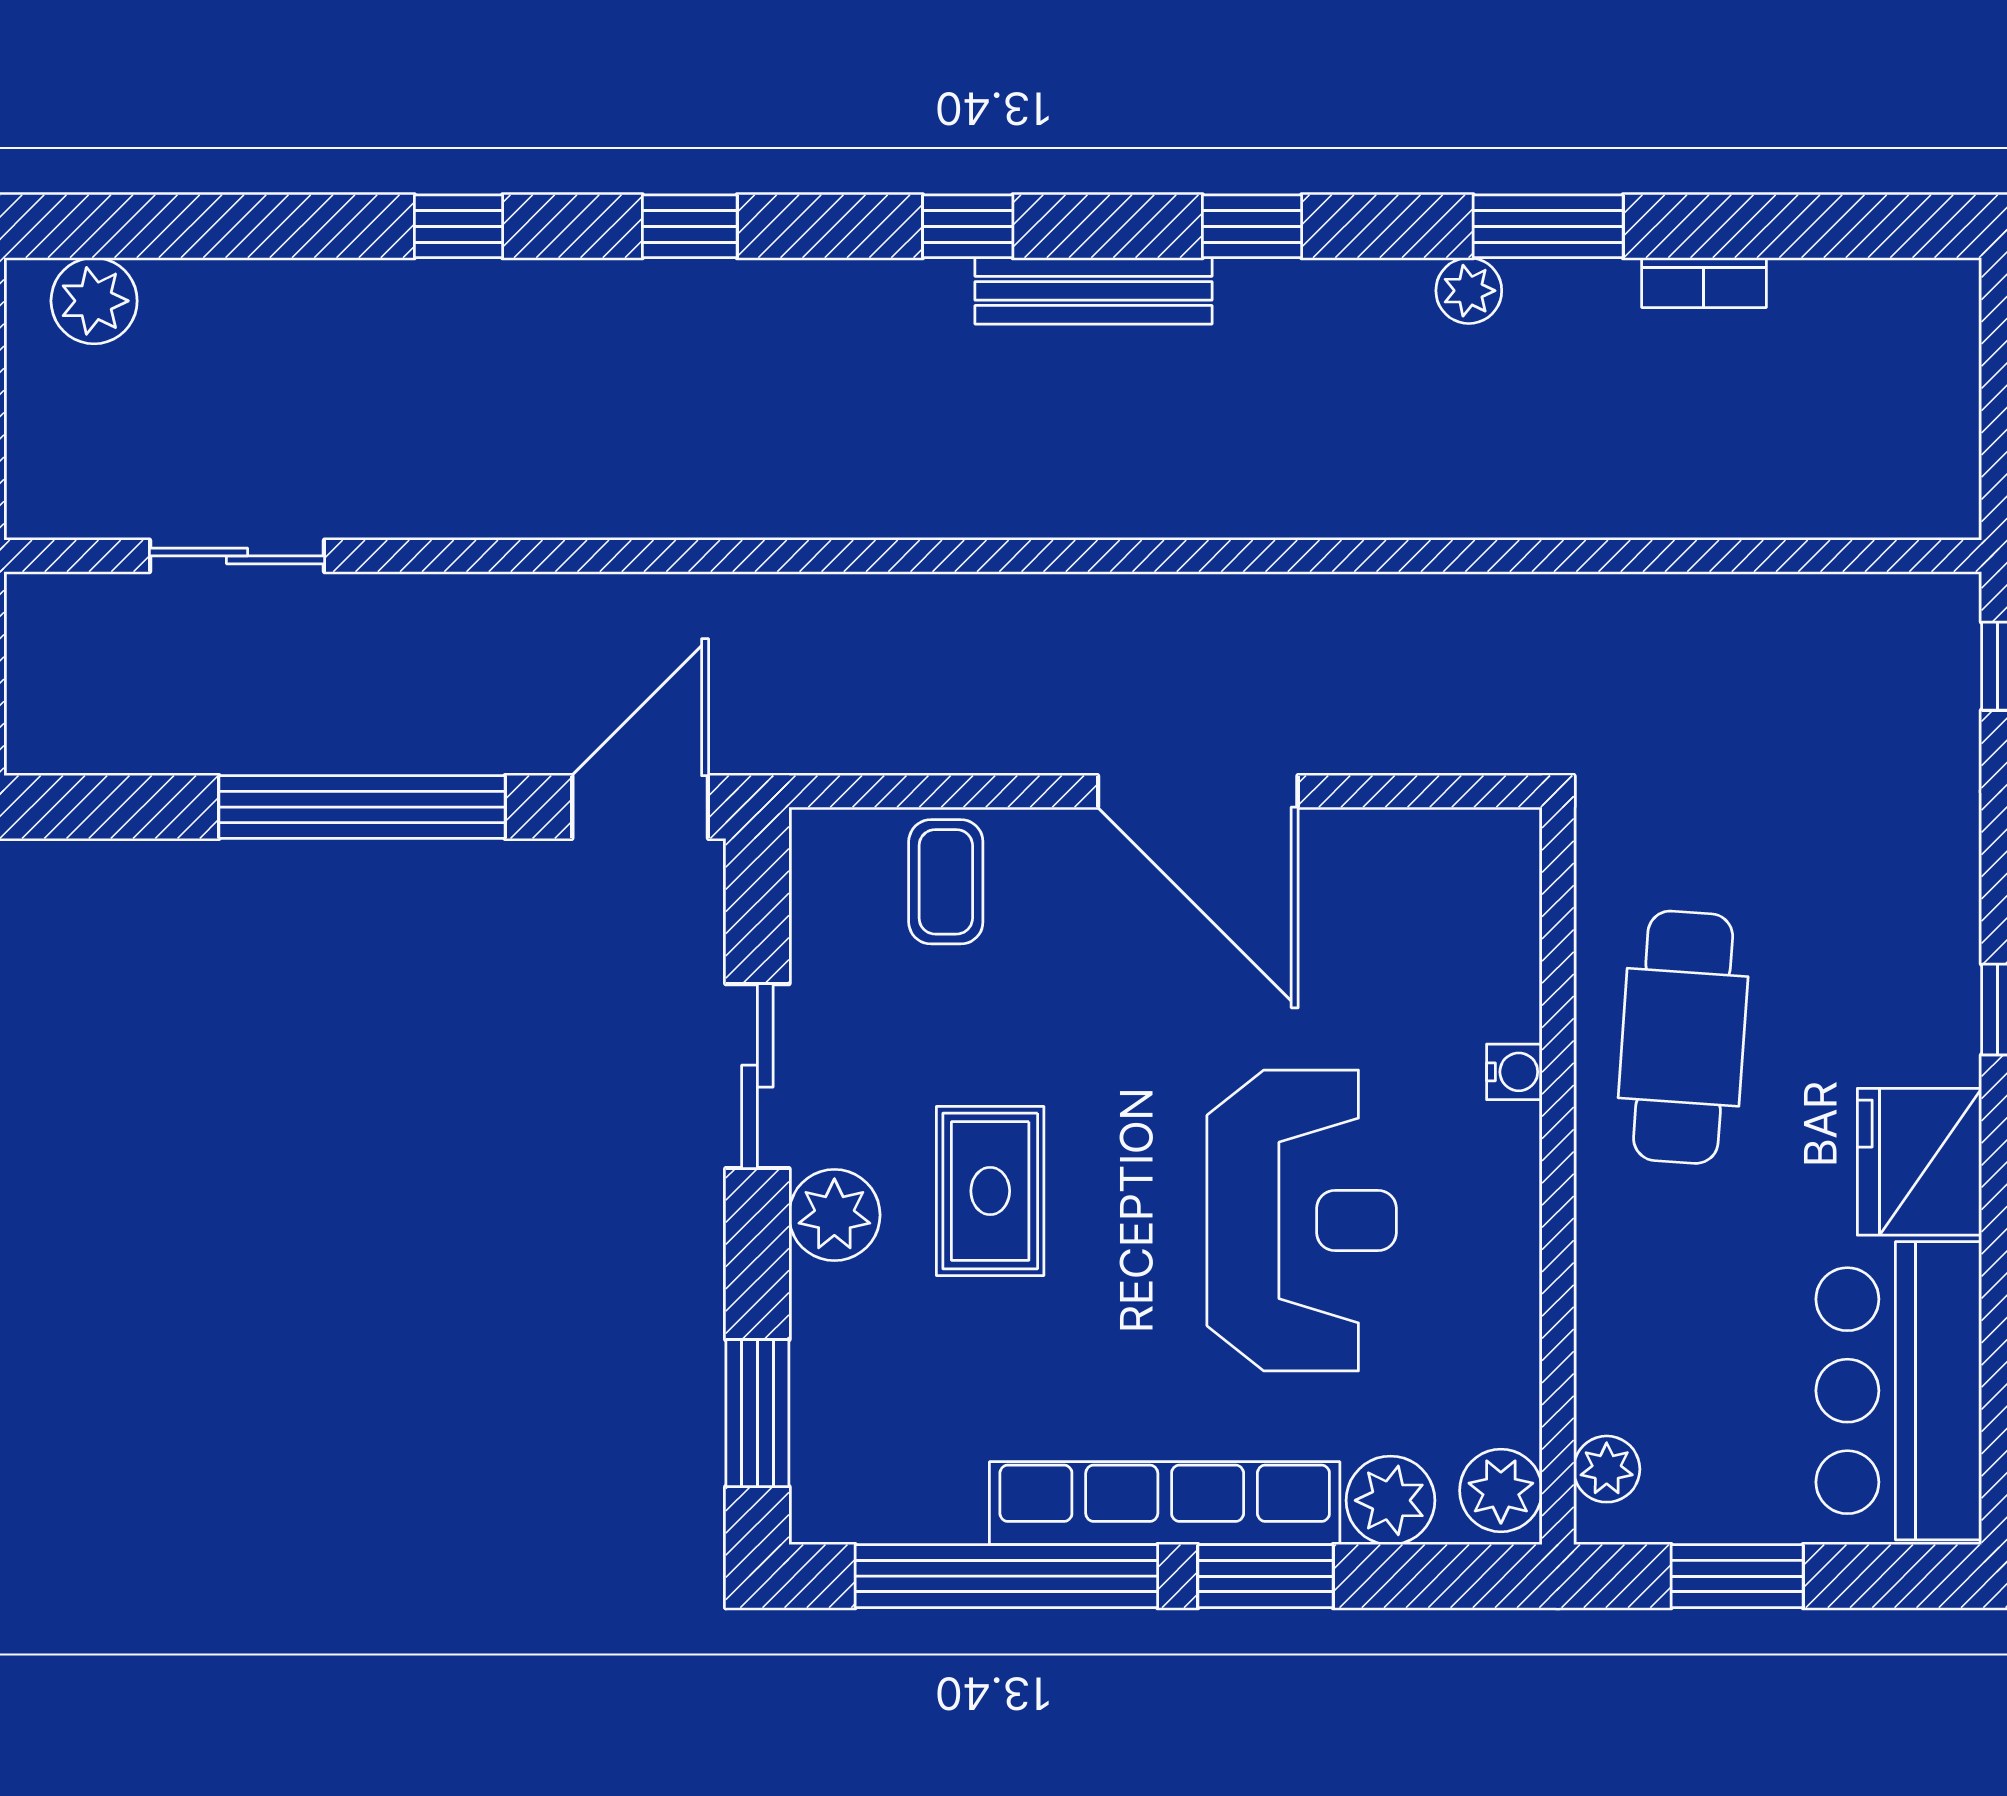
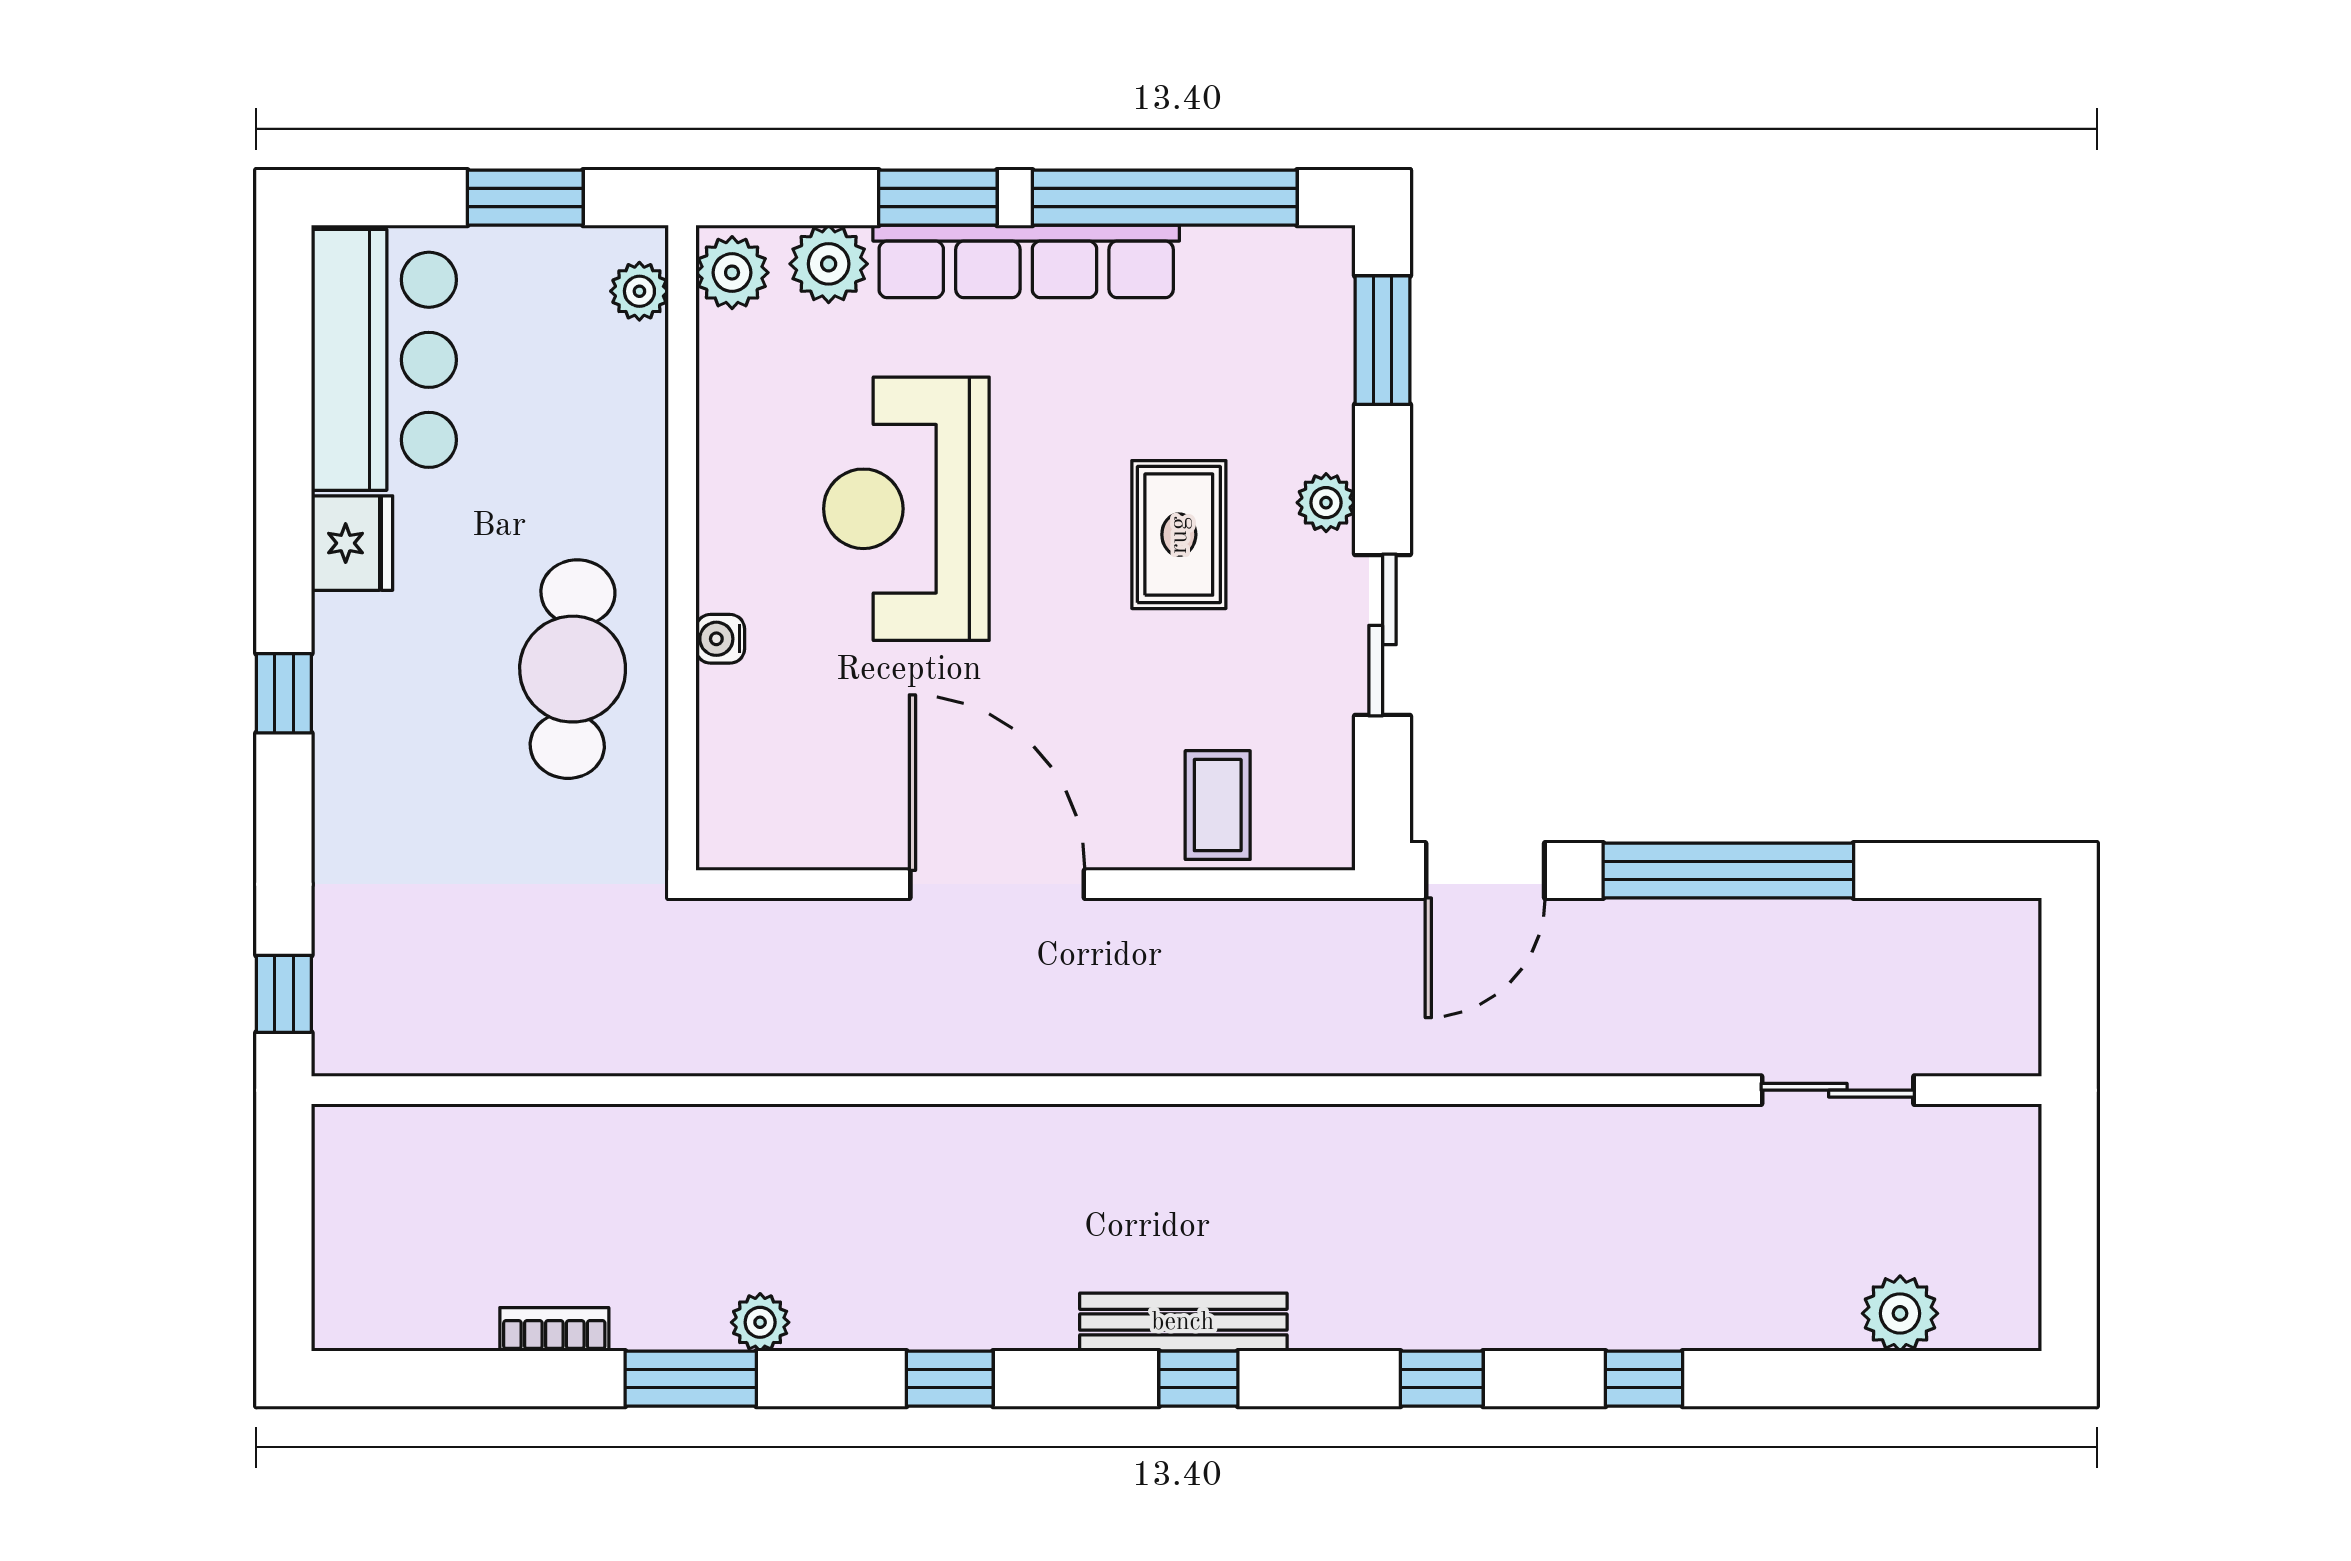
bench: (1093, 291) -> (1183, 1322), moved
plant: (94, 301) -> (1900, 1313), moved
fridge: (1919, 1162) -> (352, 543), width x0.73, depth x0.75
plant: (834, 1215) -> (1326, 503), width x0.73, depth x0.73

